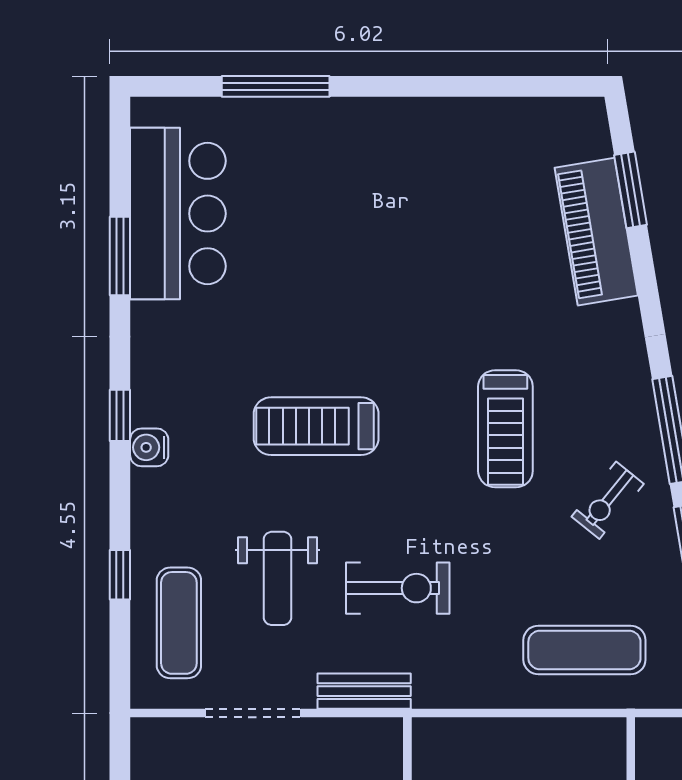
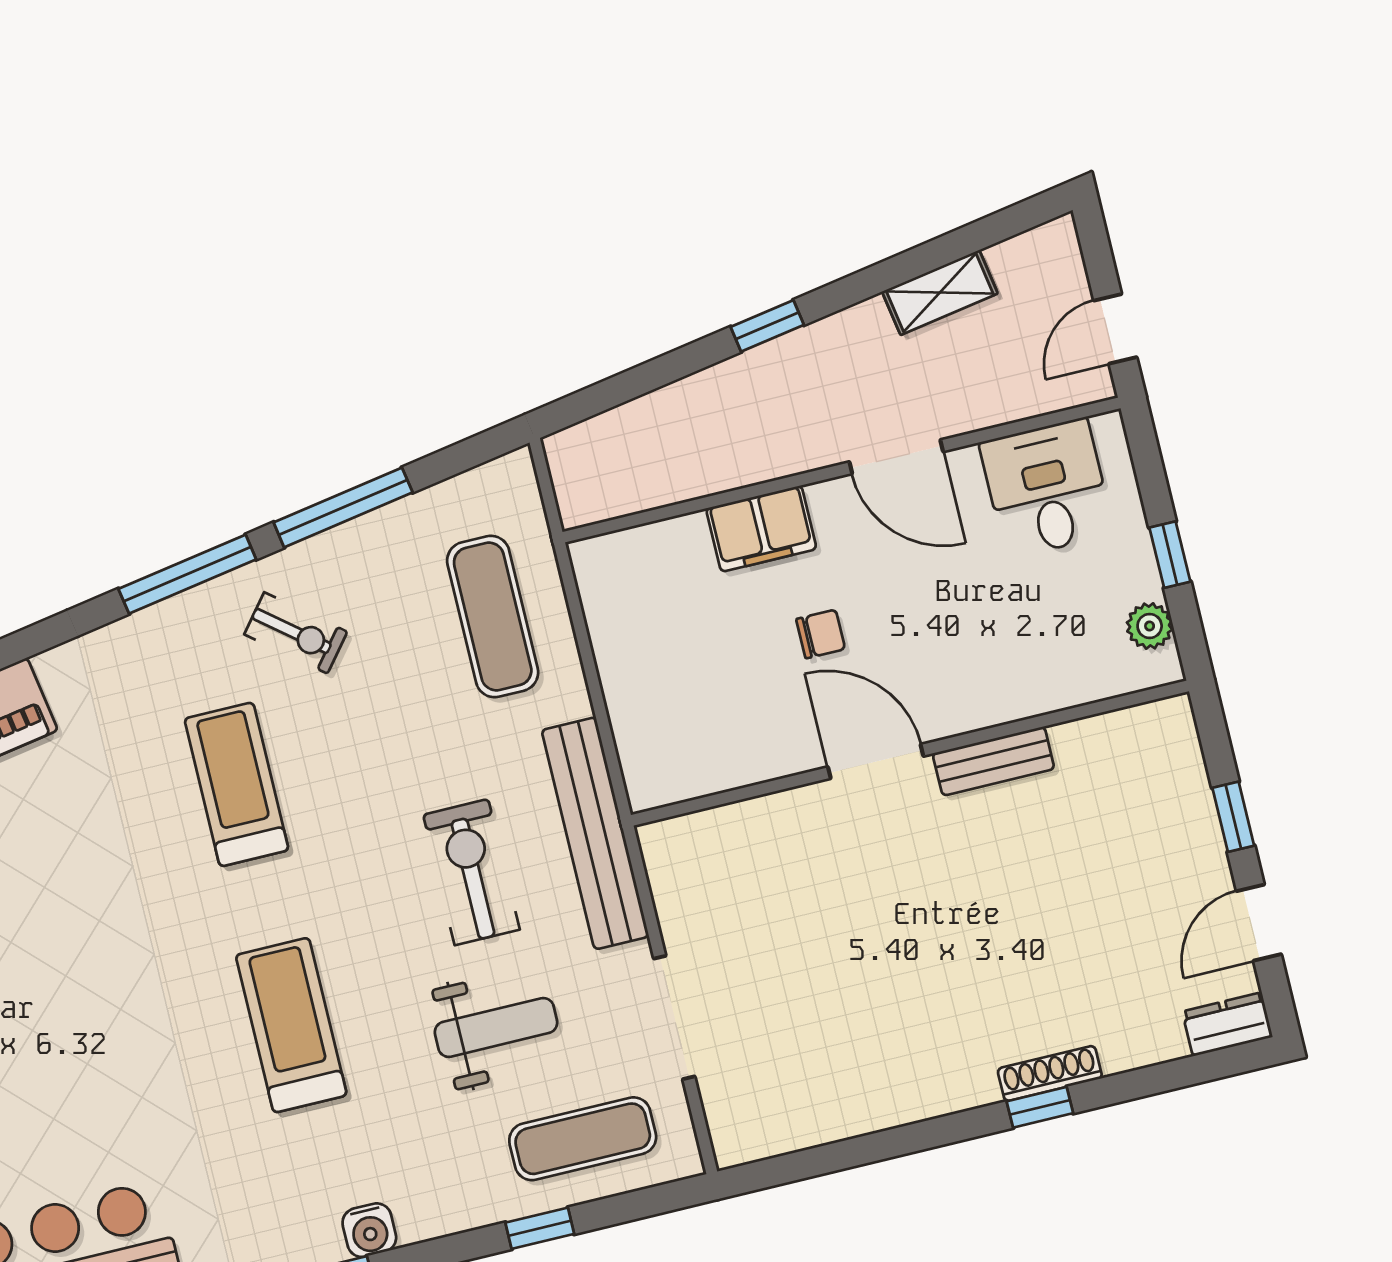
treadmill: (316, 426) -> (291, 1025), turned 180
treadmill: (505, 429) -> (237, 784), turned -90
bench: (364, 691) -> (595, 833), width x1.86, depth x1.21

